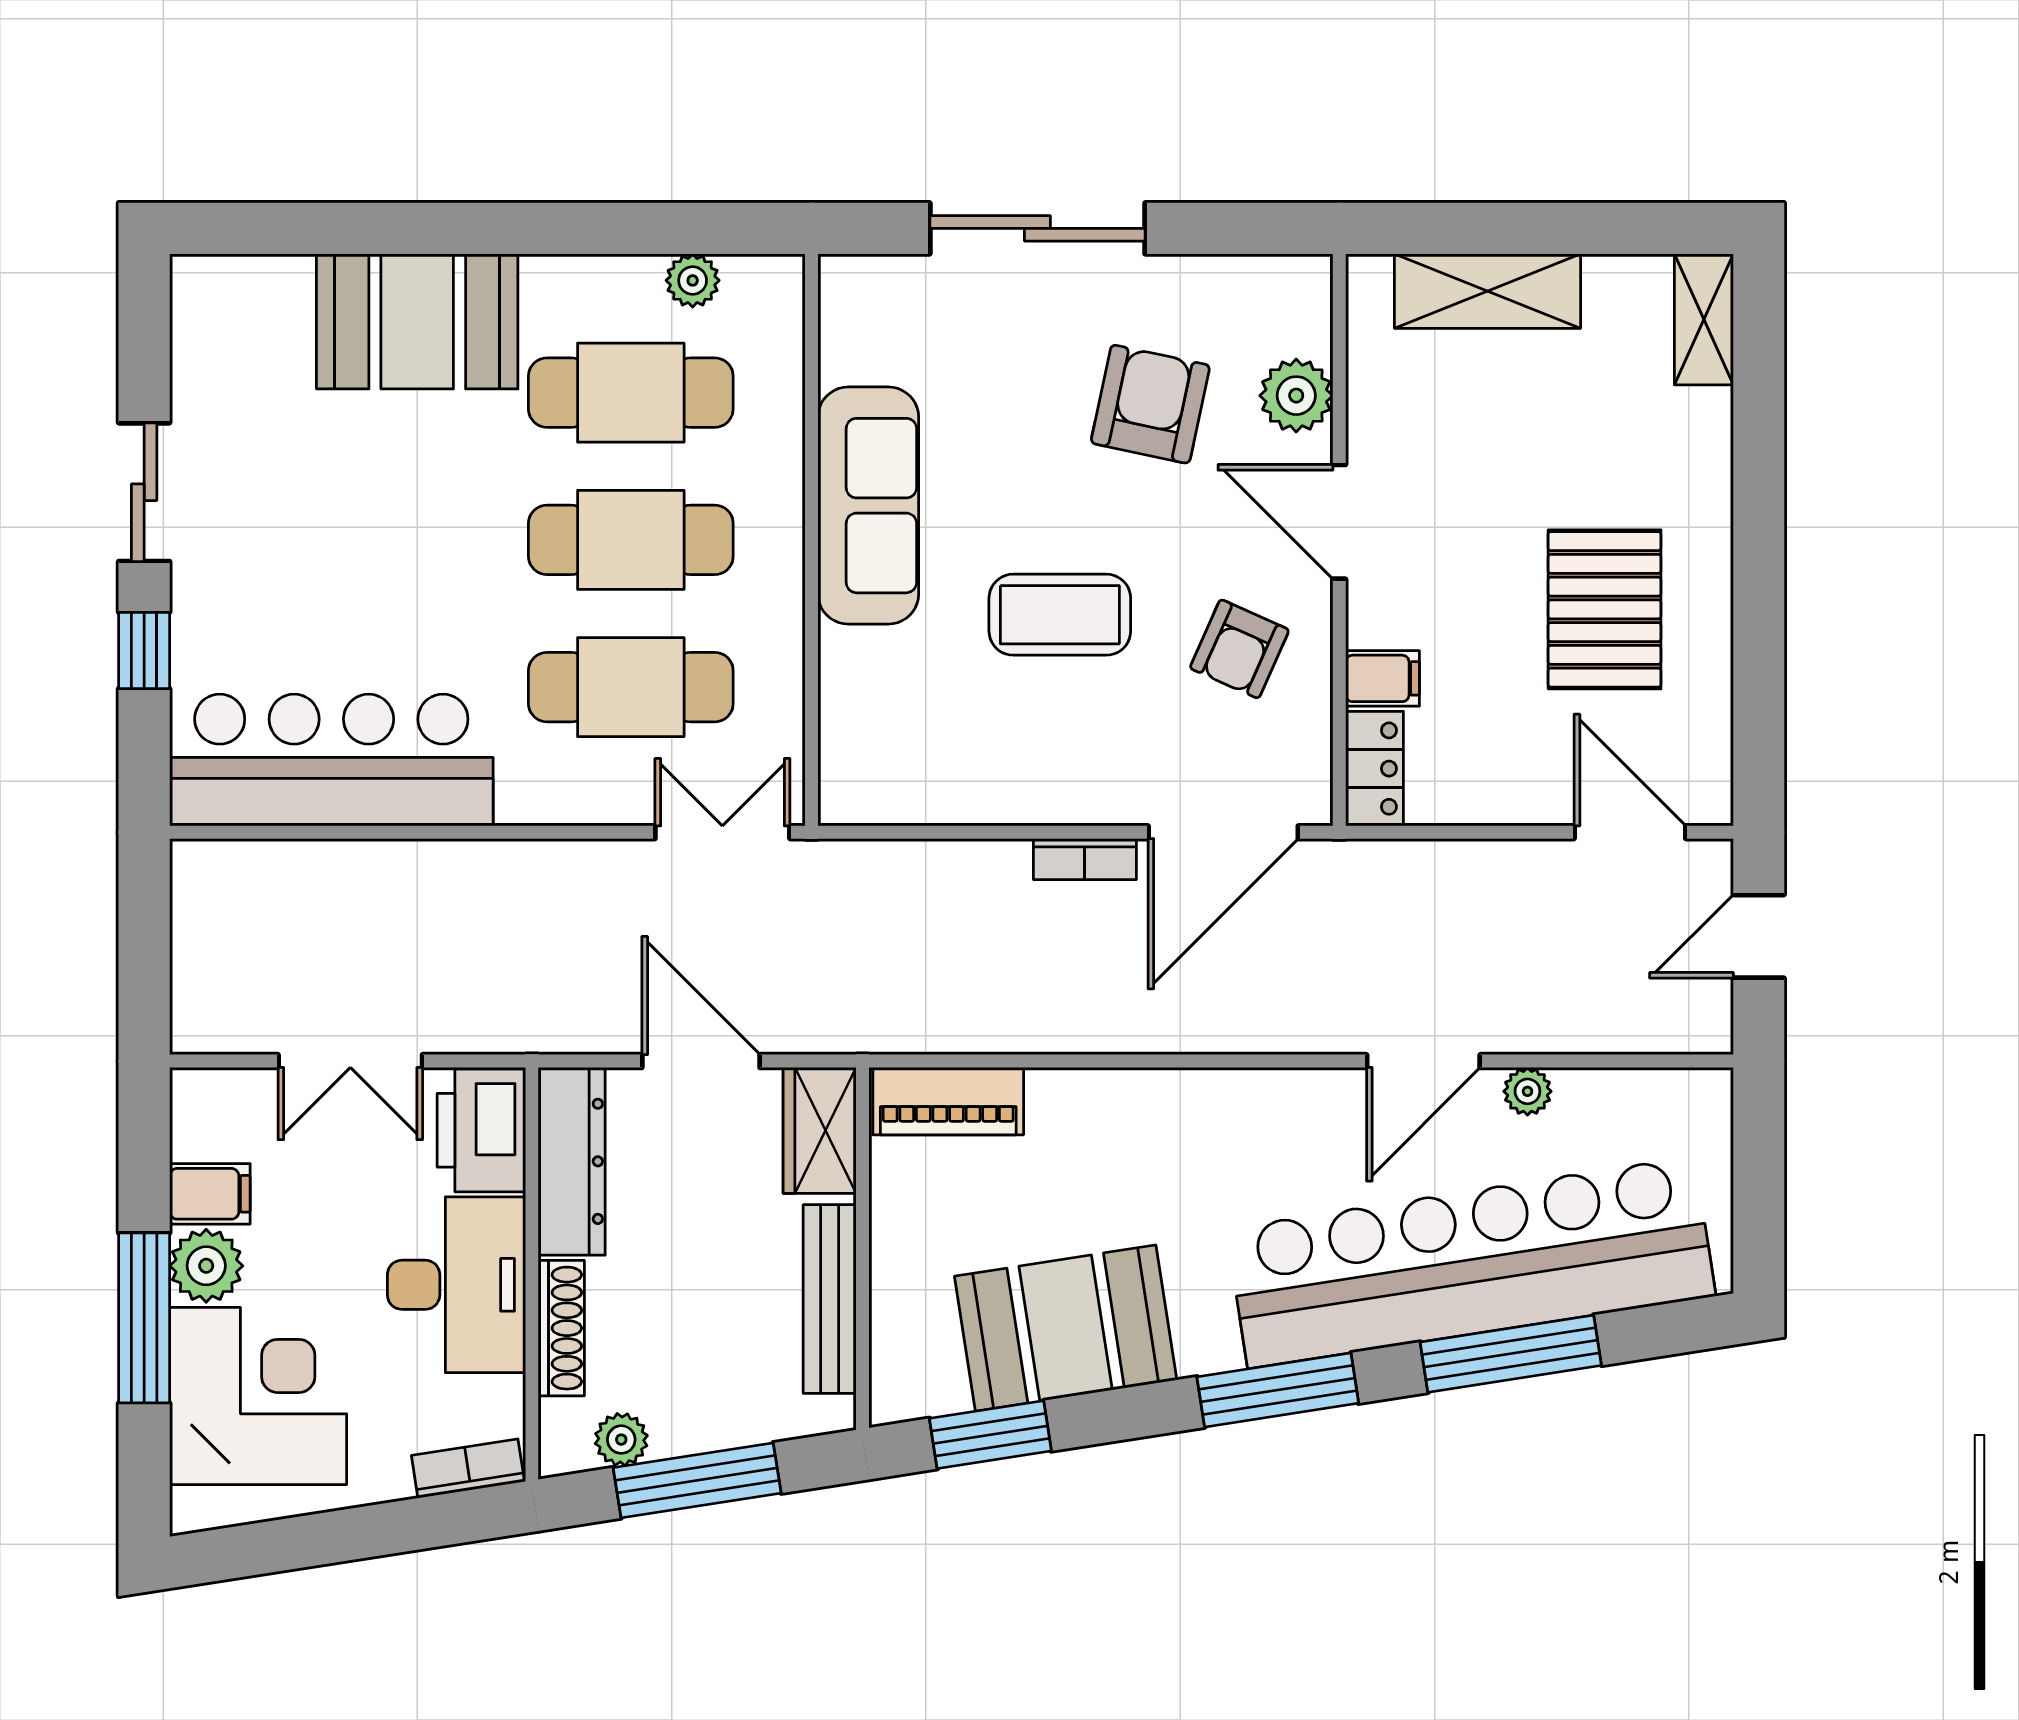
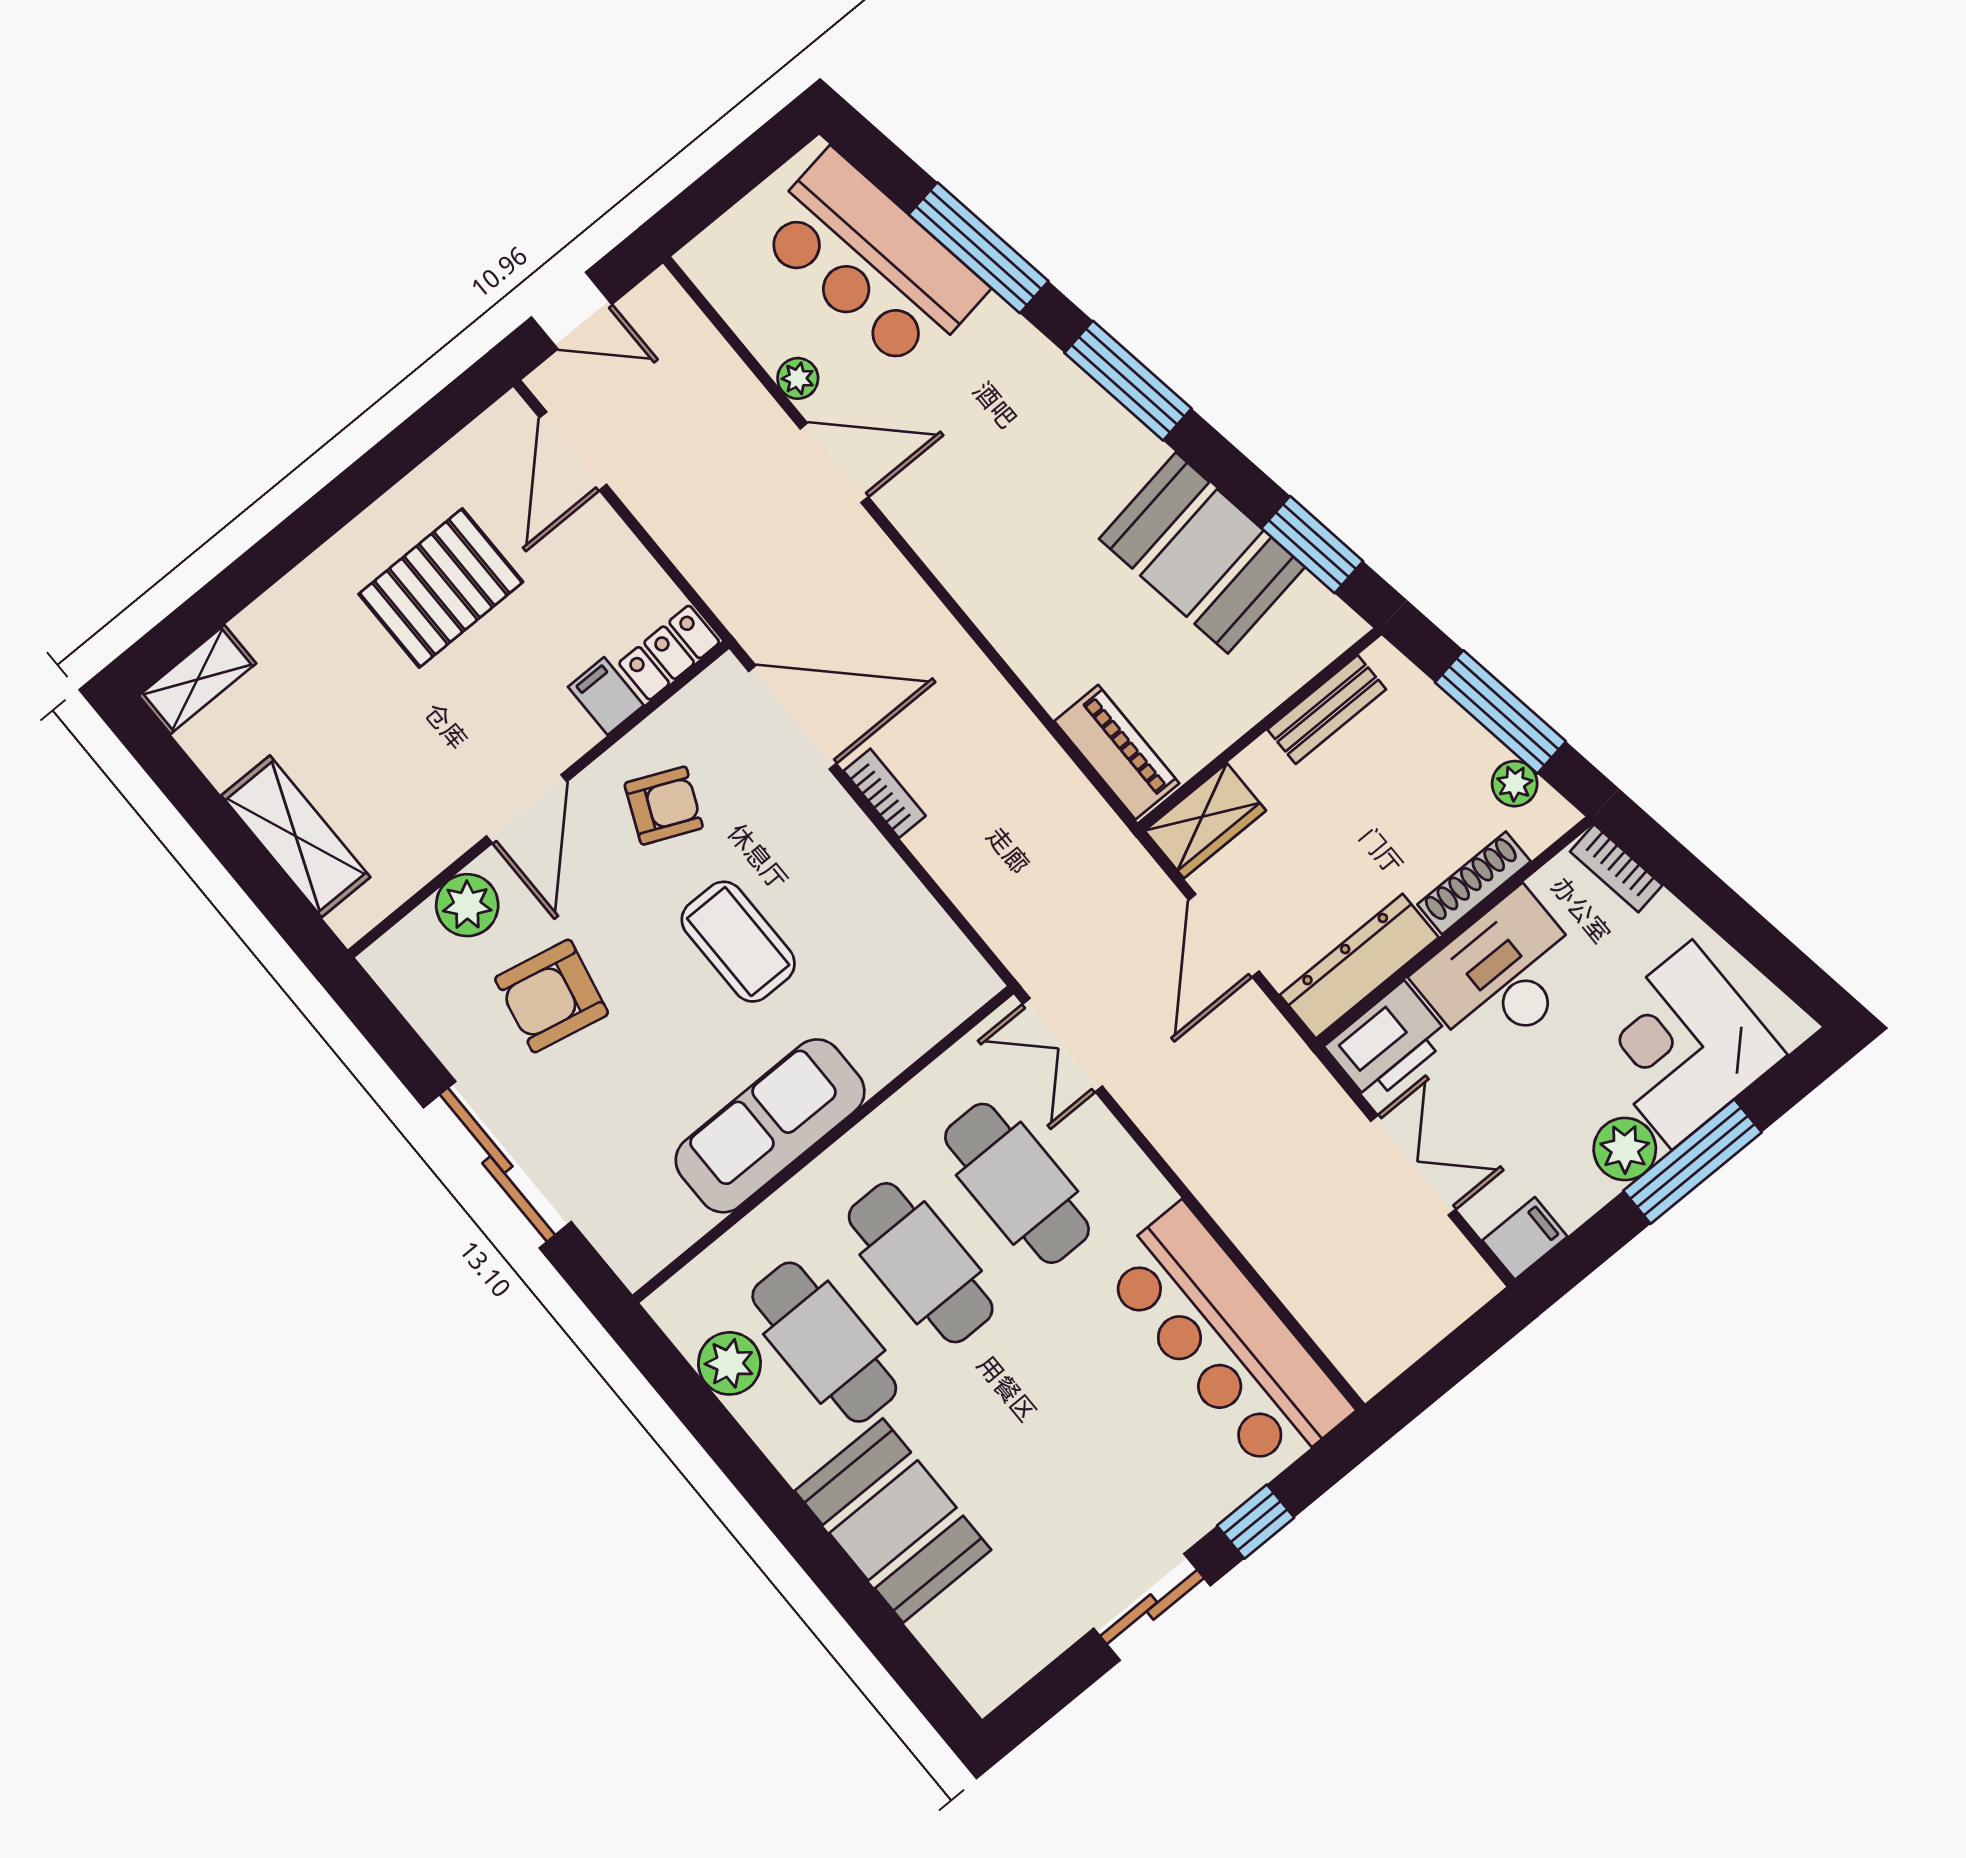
plant: (693, 280) -> (730, 1363), width x1.38, depth x1.38
filing cabinet: (210, 1194) -> (1525, 1238), moved, turned 90
bar counter: (1471, 1262) -> (871, 261), width x0.54
bench: (830, 1299) -> (1327, 709), width x0.73

